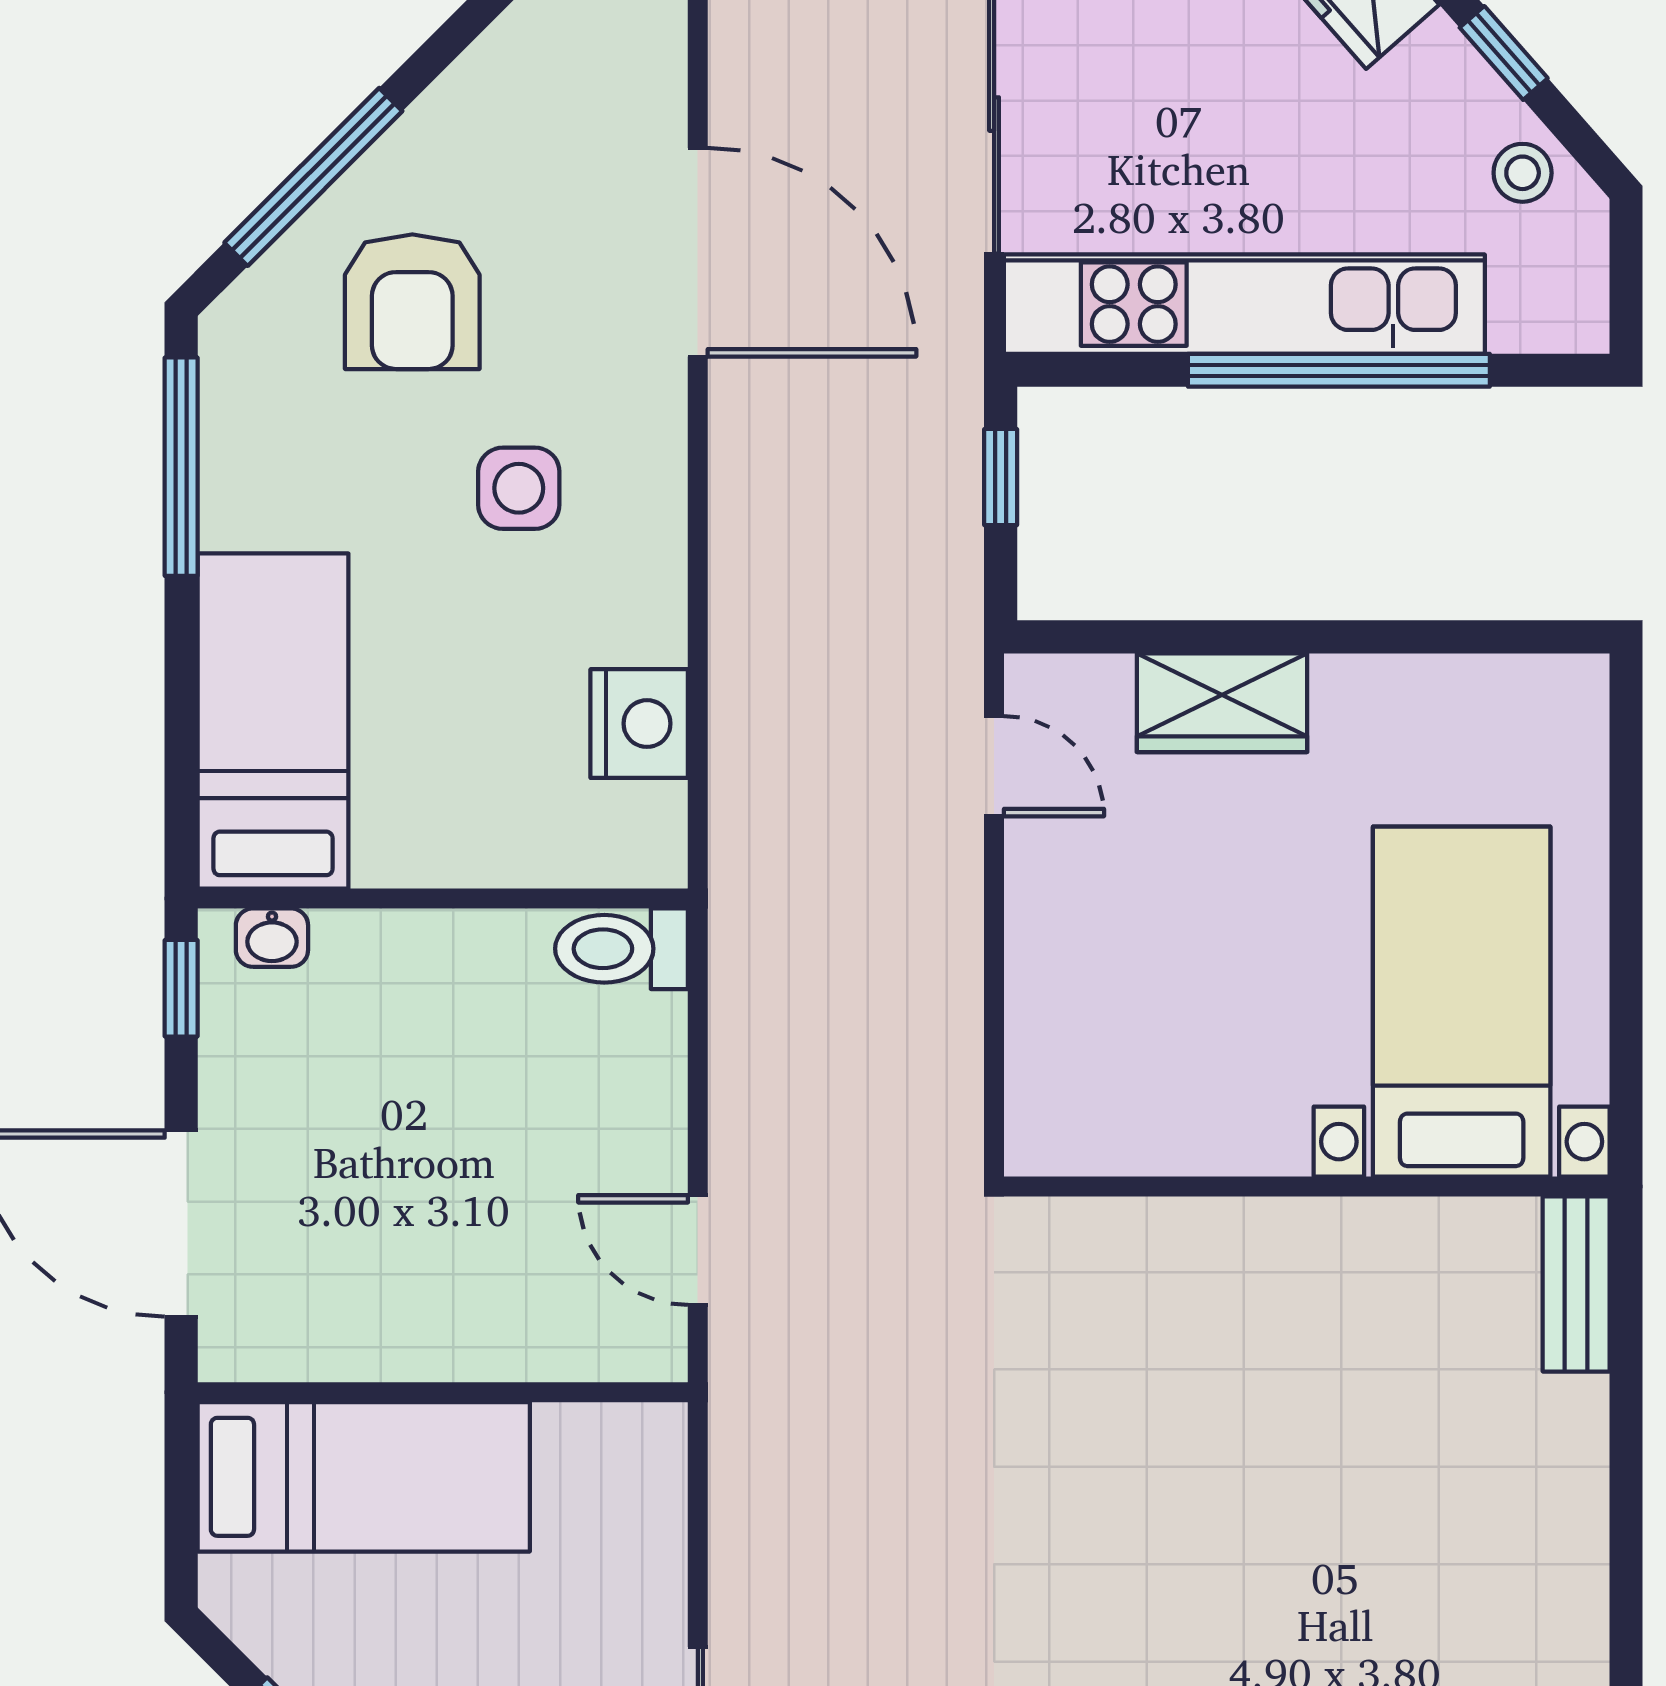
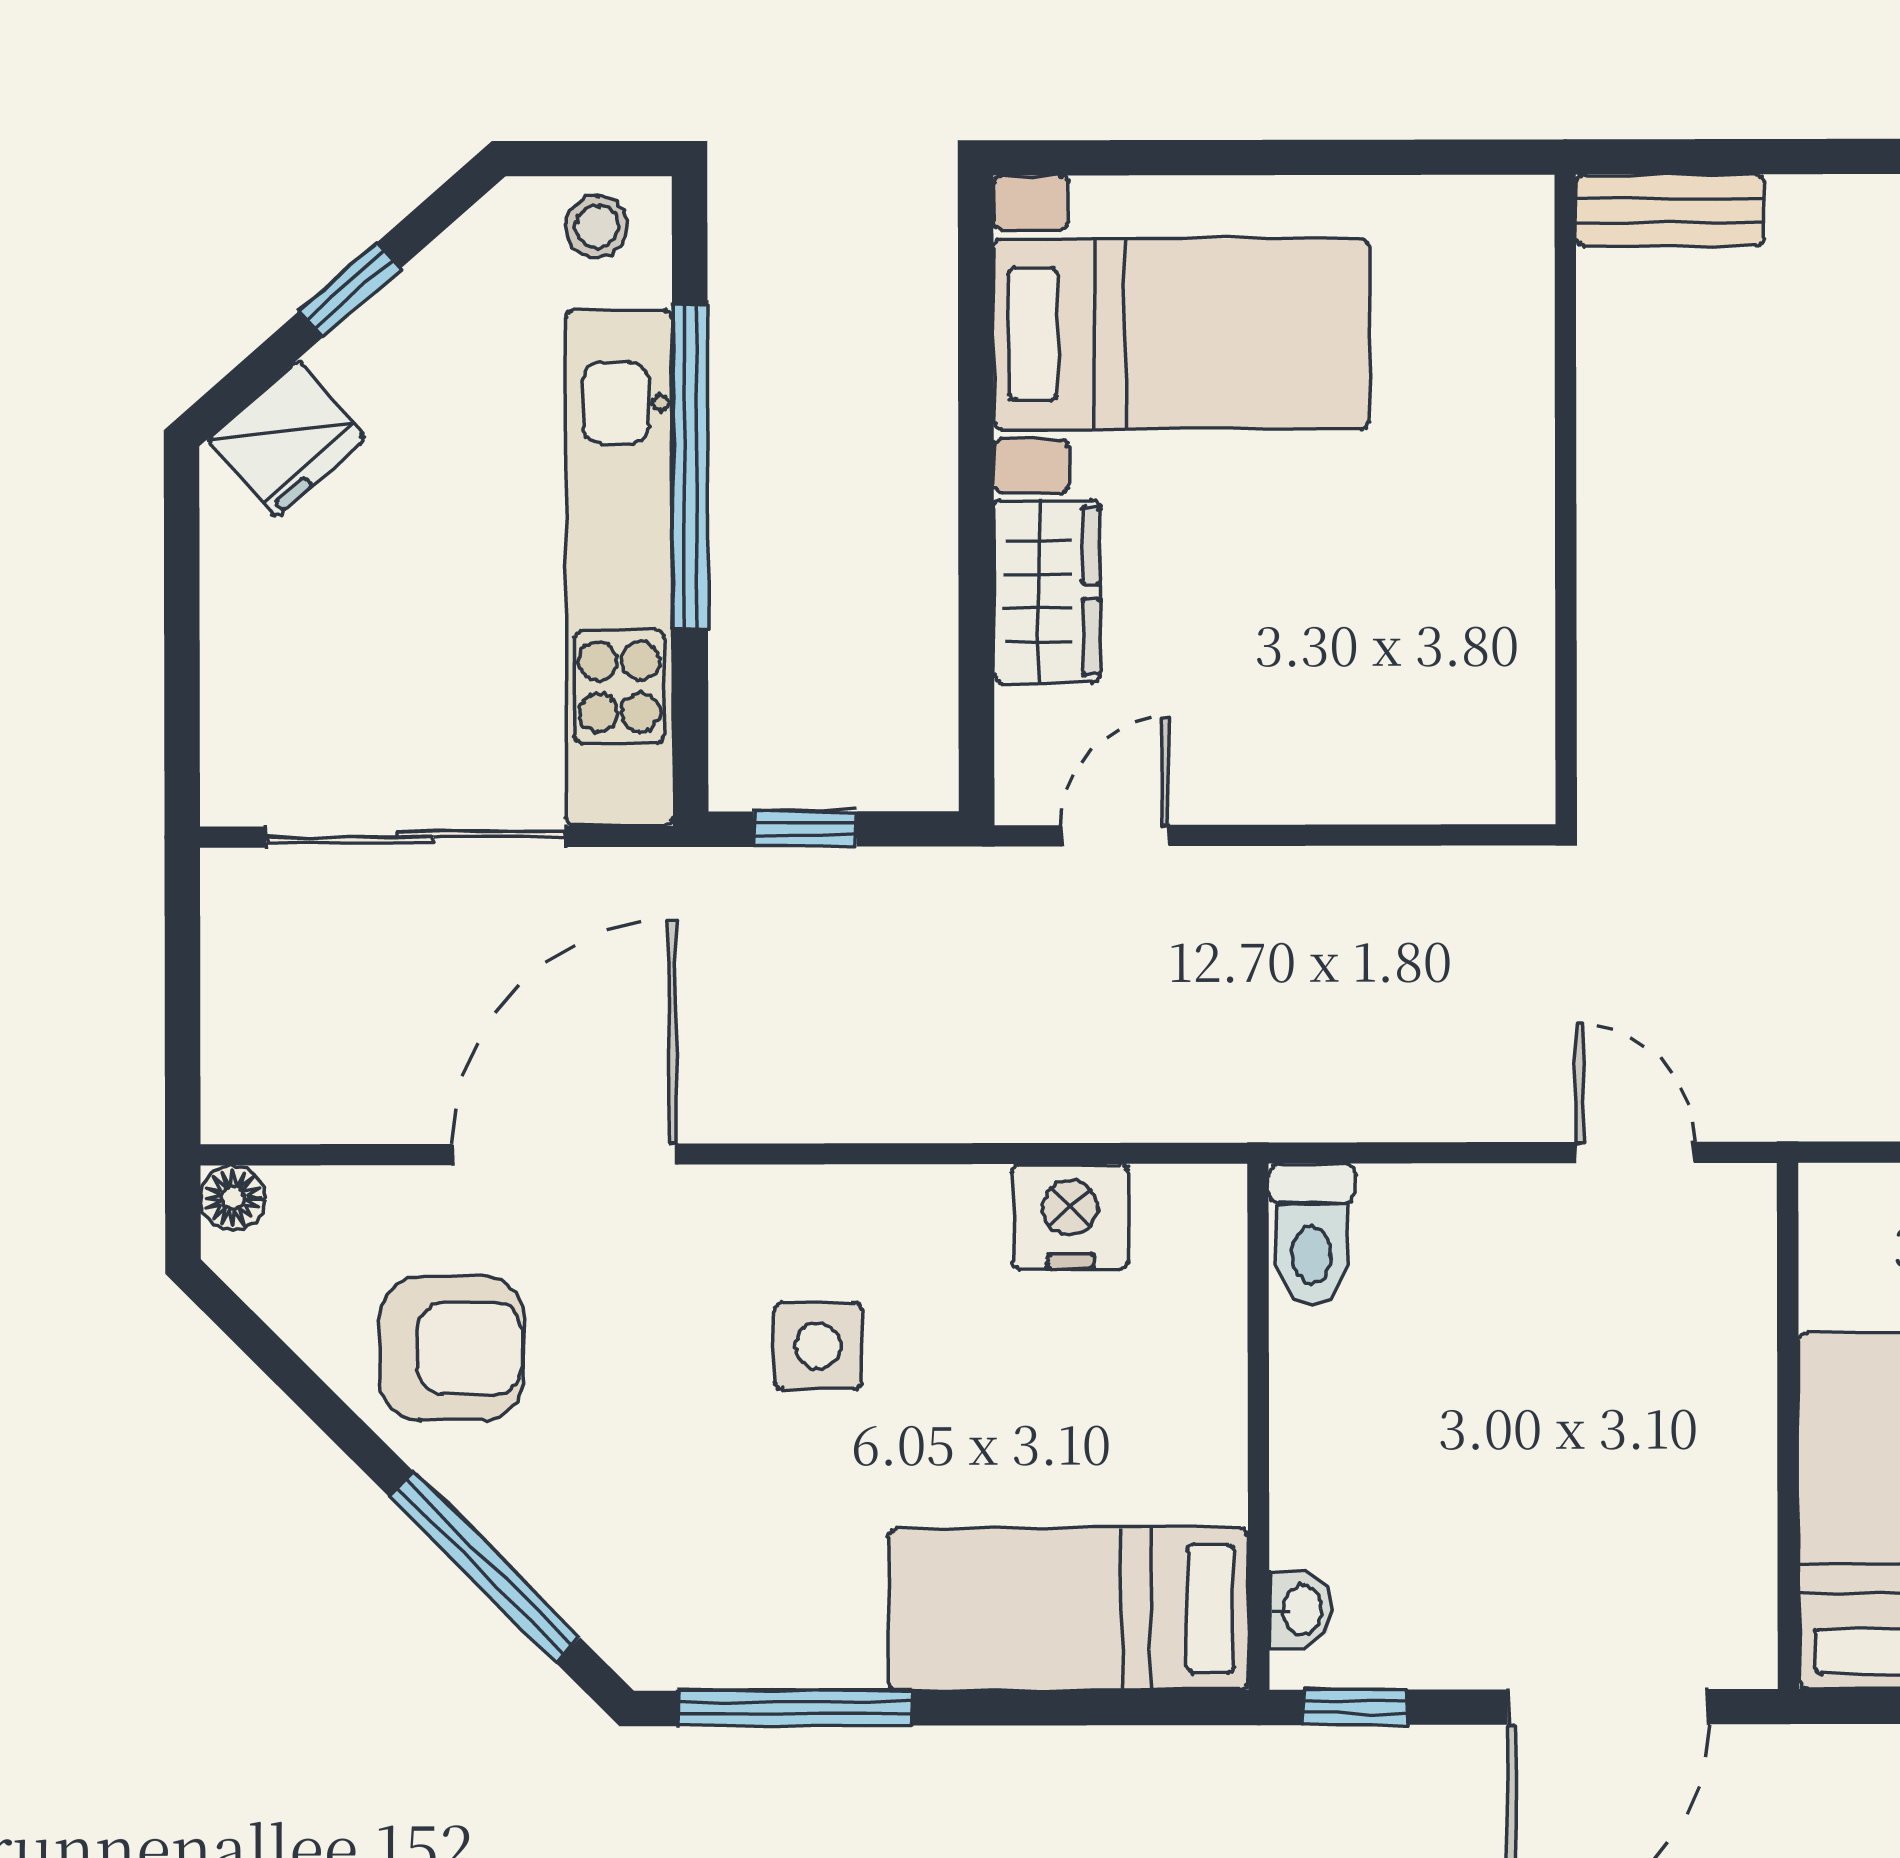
stool: (1523, 173) -> (597, 227), moved
armchair: (412, 302) -> (452, 1348), moved
bed with nightstands: (1462, 1002) -> (1181, 334), moved, turned 180
door: (698, 1250) -> (1635, 1152), swing flipped

